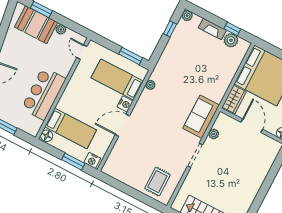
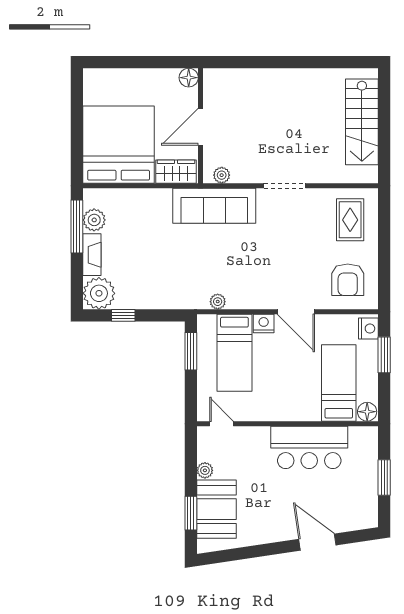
plant: (187, 16) -> (99, 293), width x1.87, depth x1.87
window: (232, 29) -> (77, 227), width x2.17
door: (82, 52) -> (222, 424), swing flipped
sofa: (201, 117) -> (214, 206), width x1.36
plant: (214, 134) -> (222, 175), moved
armchair: (125, 163) -> (348, 280), added
rug: (157, 182) -> (350, 220), turned 90

